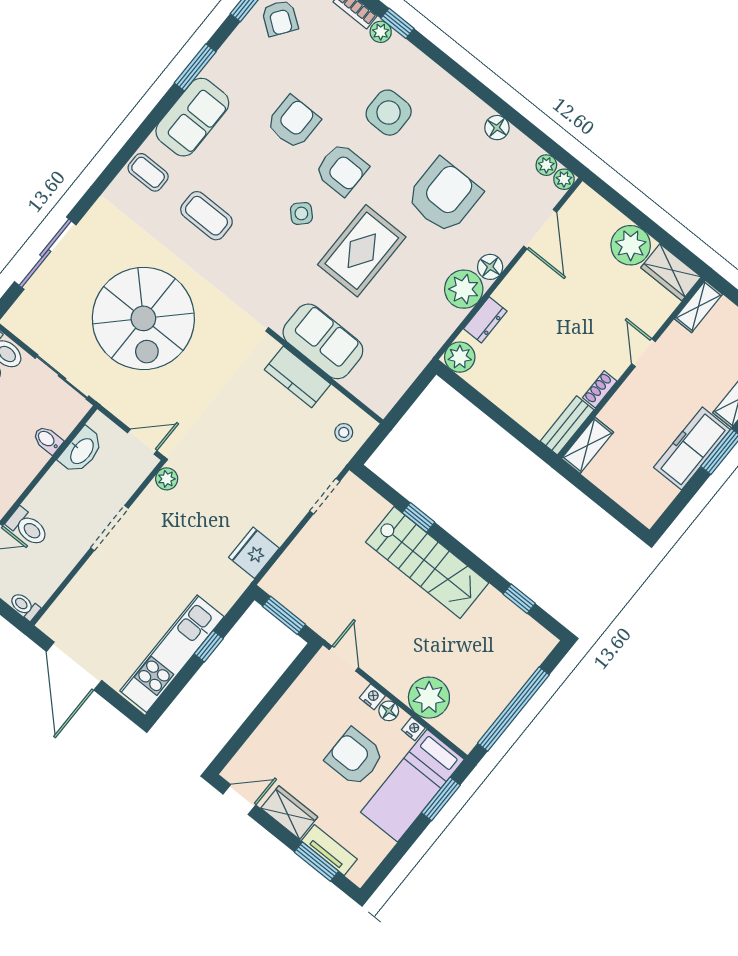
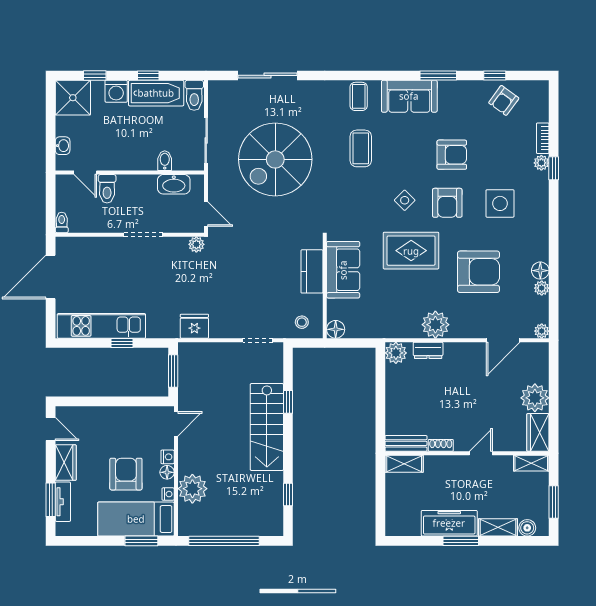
plant: (546, 165) -> (542, 288), moved
floor lamp: (490, 267) -> (336, 329), moved

